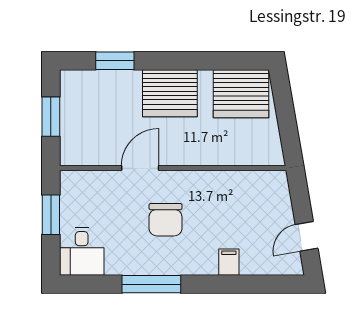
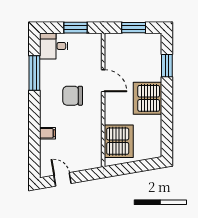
server rack: (241, 94) -> (119, 141), moved, turned 180
window: (151, 284) -> (34, 73), moved

